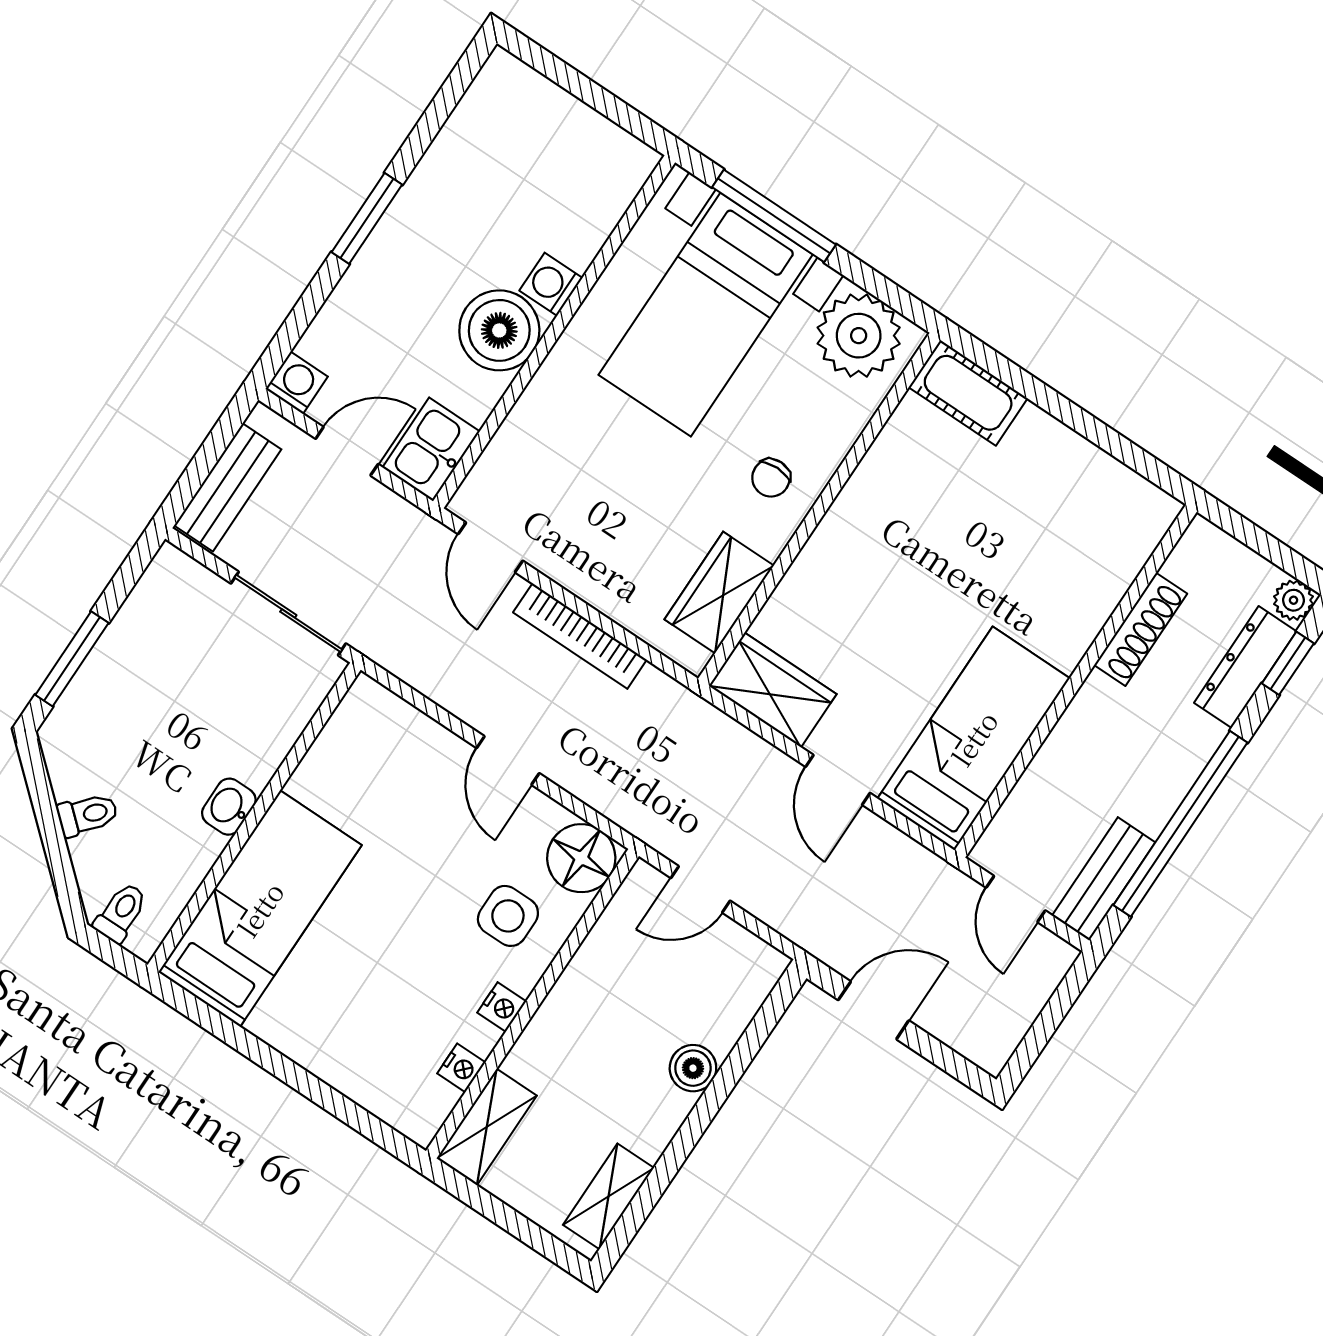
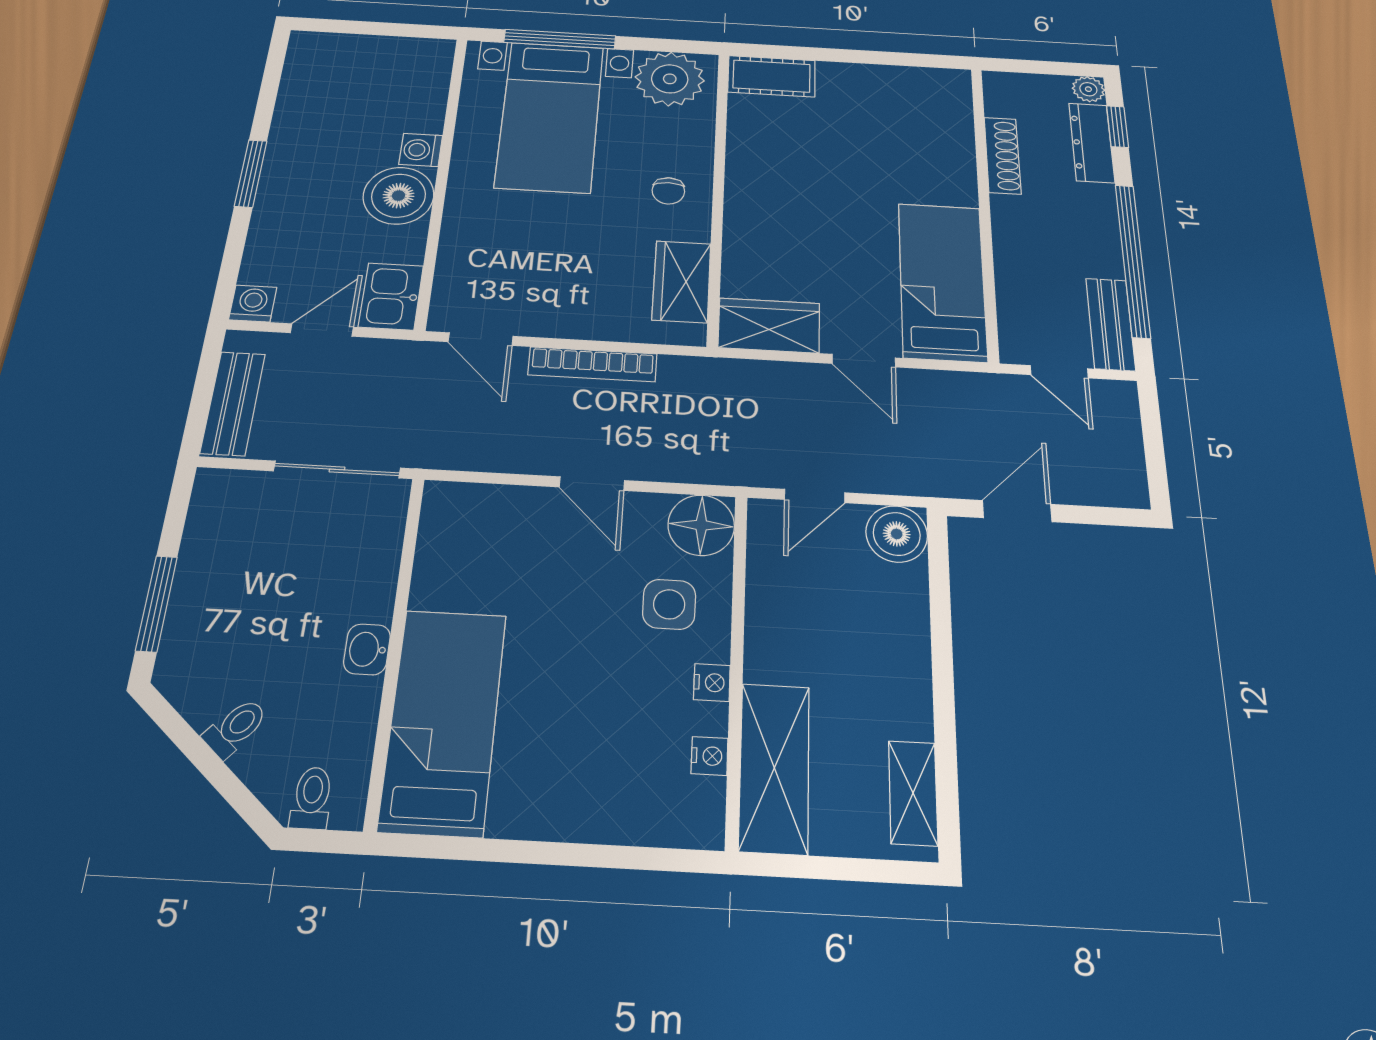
boiler: (693, 1068) -> (897, 534), moved, width x1.36, depth x1.36
shelving: (487, 1127) -> (774, 768), width x1.50, depth x1.33

